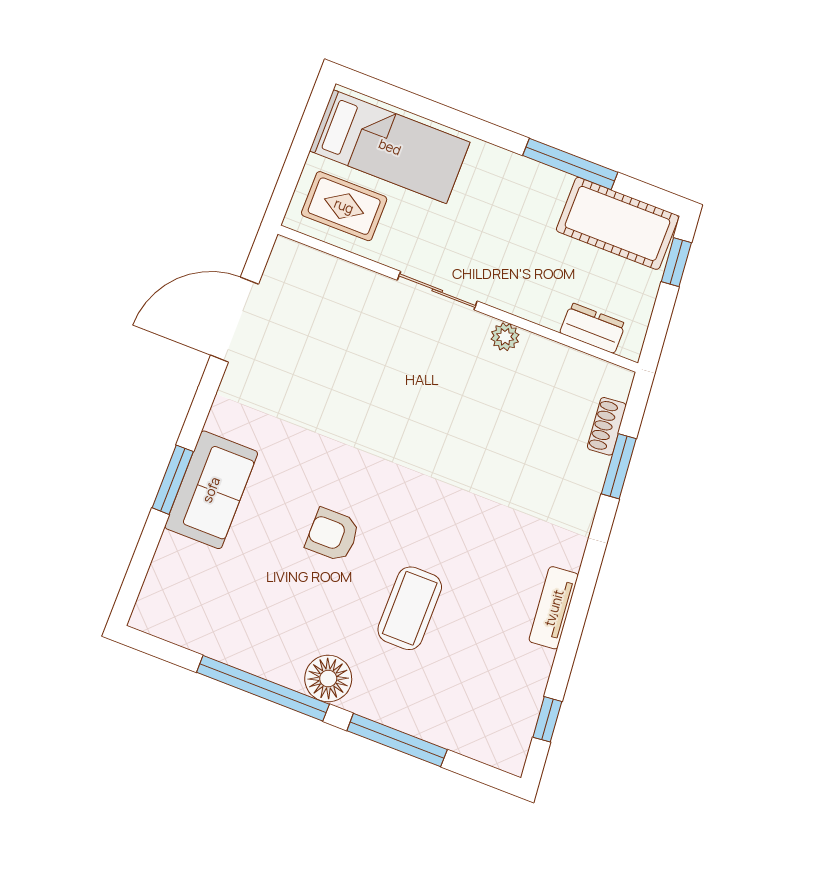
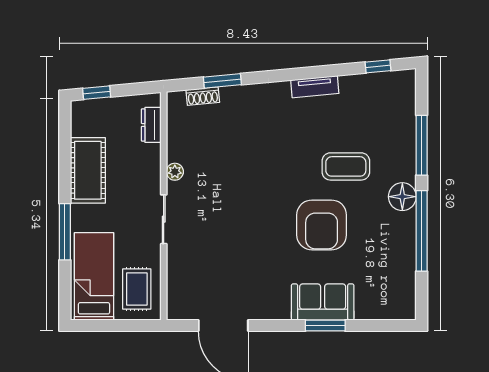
window: (570, 164) -> (65, 232), moved
cot: (617, 223) -> (88, 170), moved
armchair: (333, 535) -> (322, 225), width x1.88, depth x1.88

